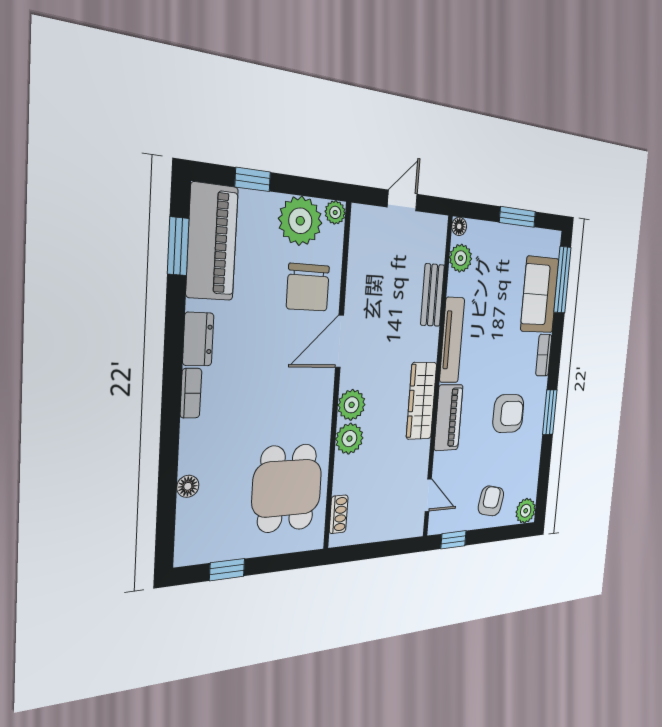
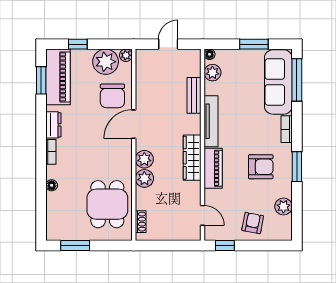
sofa: (540, 295) -> (278, 82), width x1.36
floor lamp: (188, 486) -> (52, 185), moved
plant: (526, 511) -> (283, 206), moved
window: (227, 570) -> (75, 246), width x1.50

